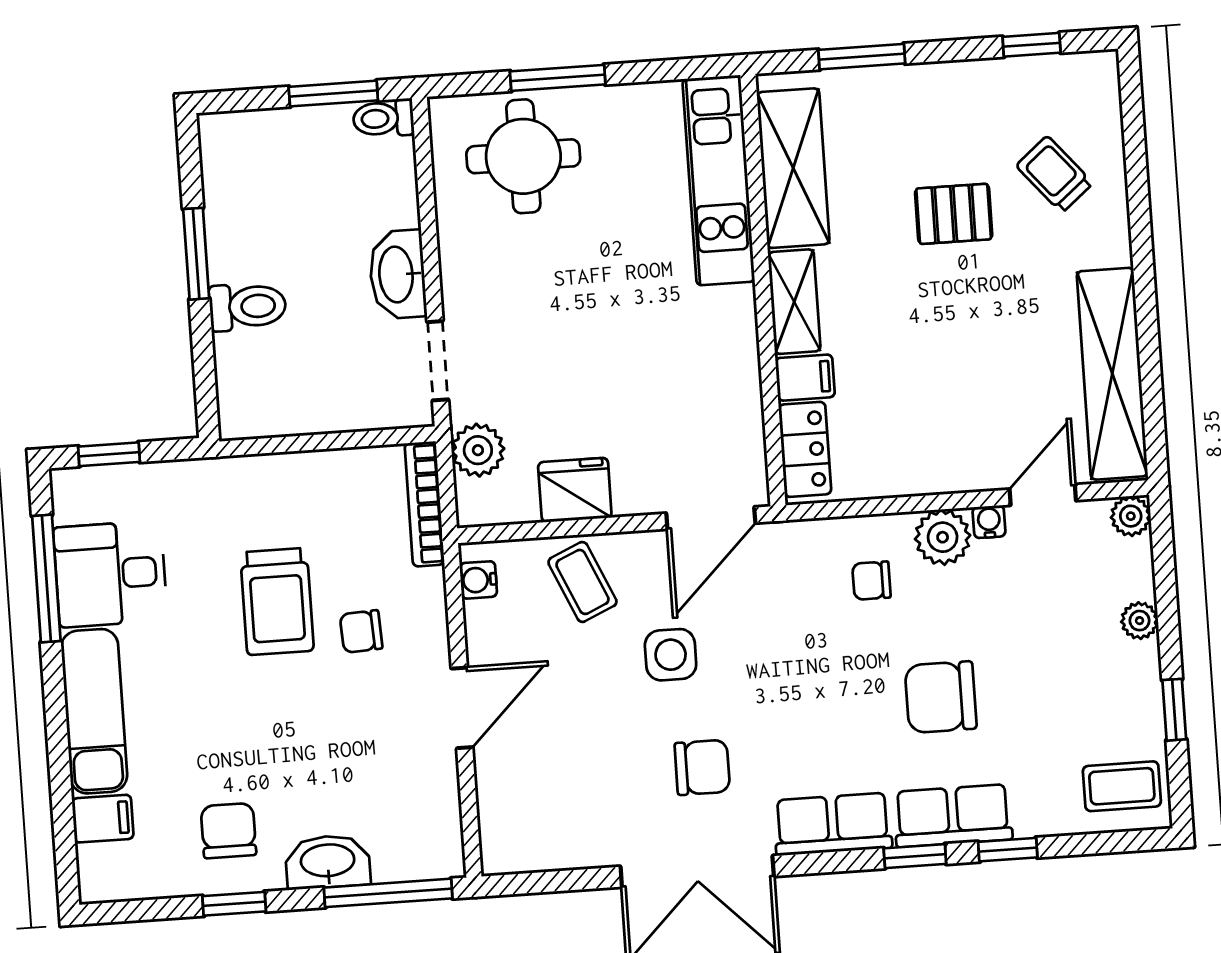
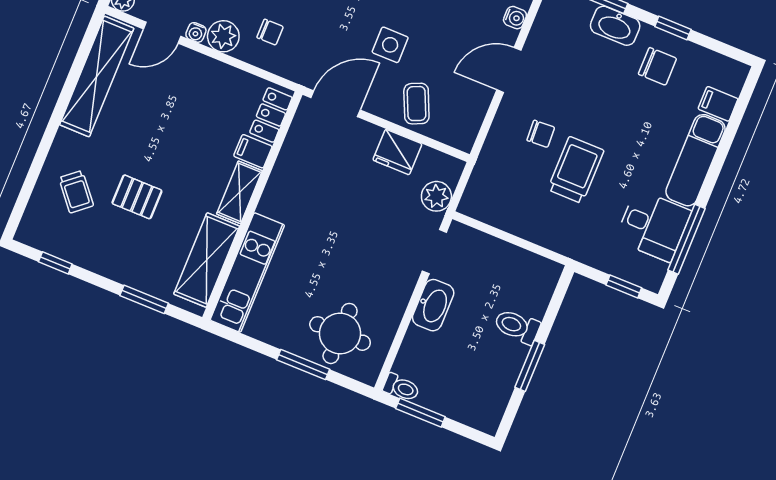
bookcase: (424, 504) -> (477, 182), removed
water cooler: (478, 580) -> (515, 18), moved
chair: (229, 831) -> (657, 66), turned -90

